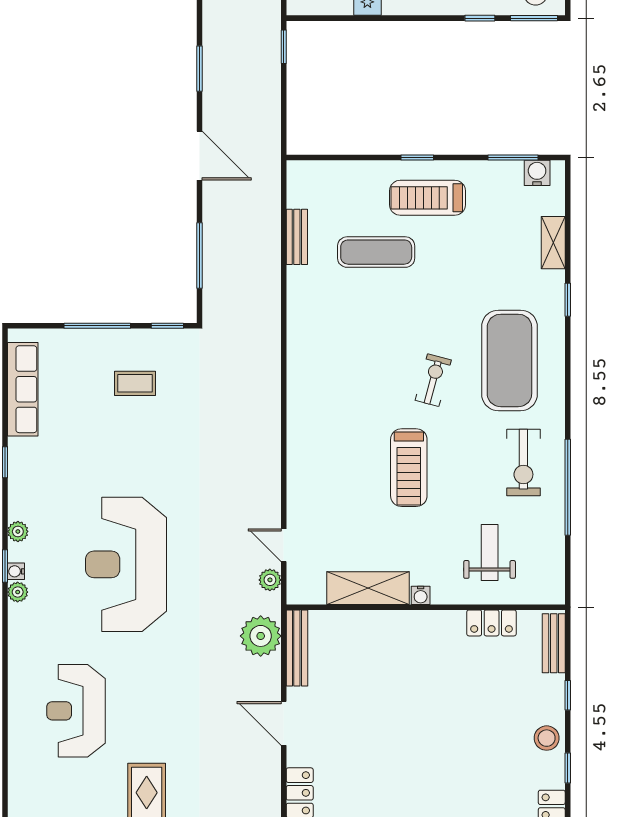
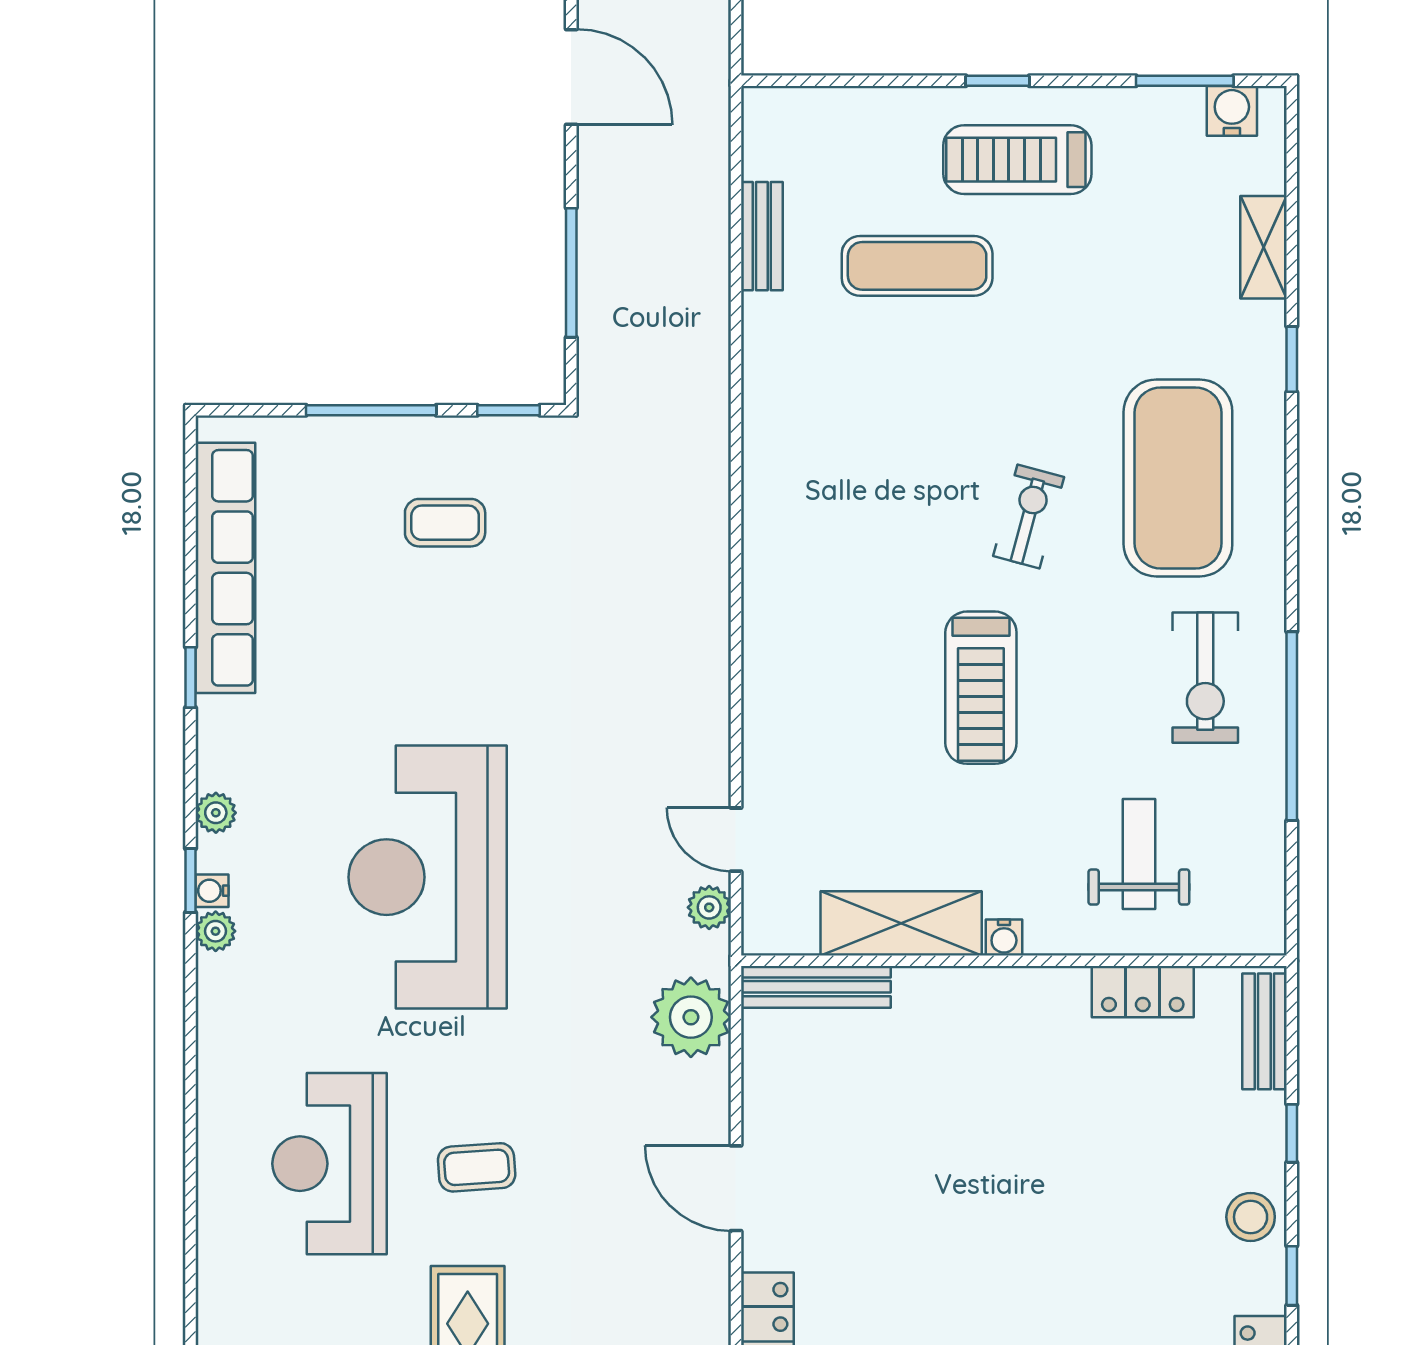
row of seats: (23, 389) -> (225, 568), width x1.36
bench: (297, 648) -> (816, 987), moved, turned 90
coffee table: (151, 713) -> (477, 1167), added

